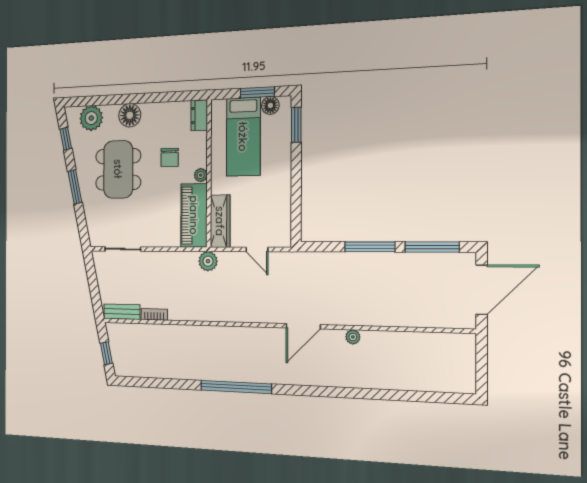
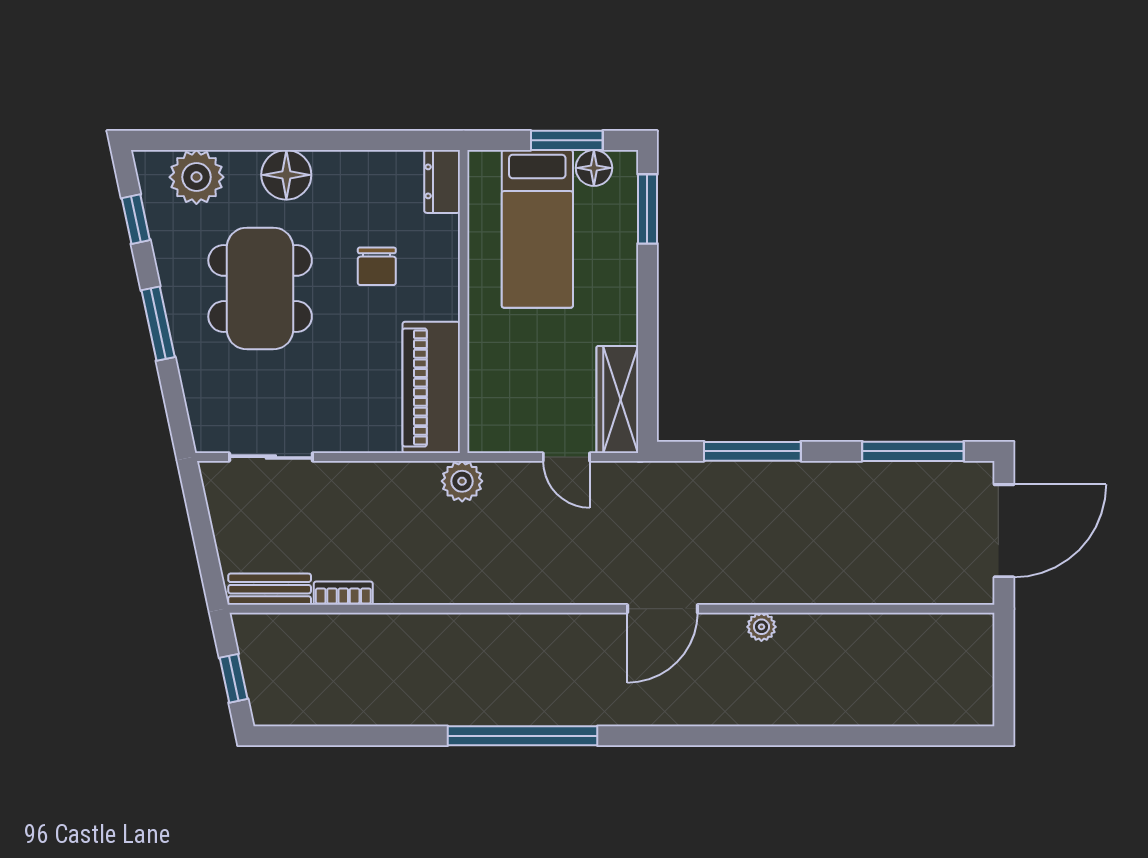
plant: (201, 175) -> (446, 305), removed
wardrobe: (220, 221) -> (617, 400), moved, turned 180
window: (370, 247) -> (752, 451), moved

